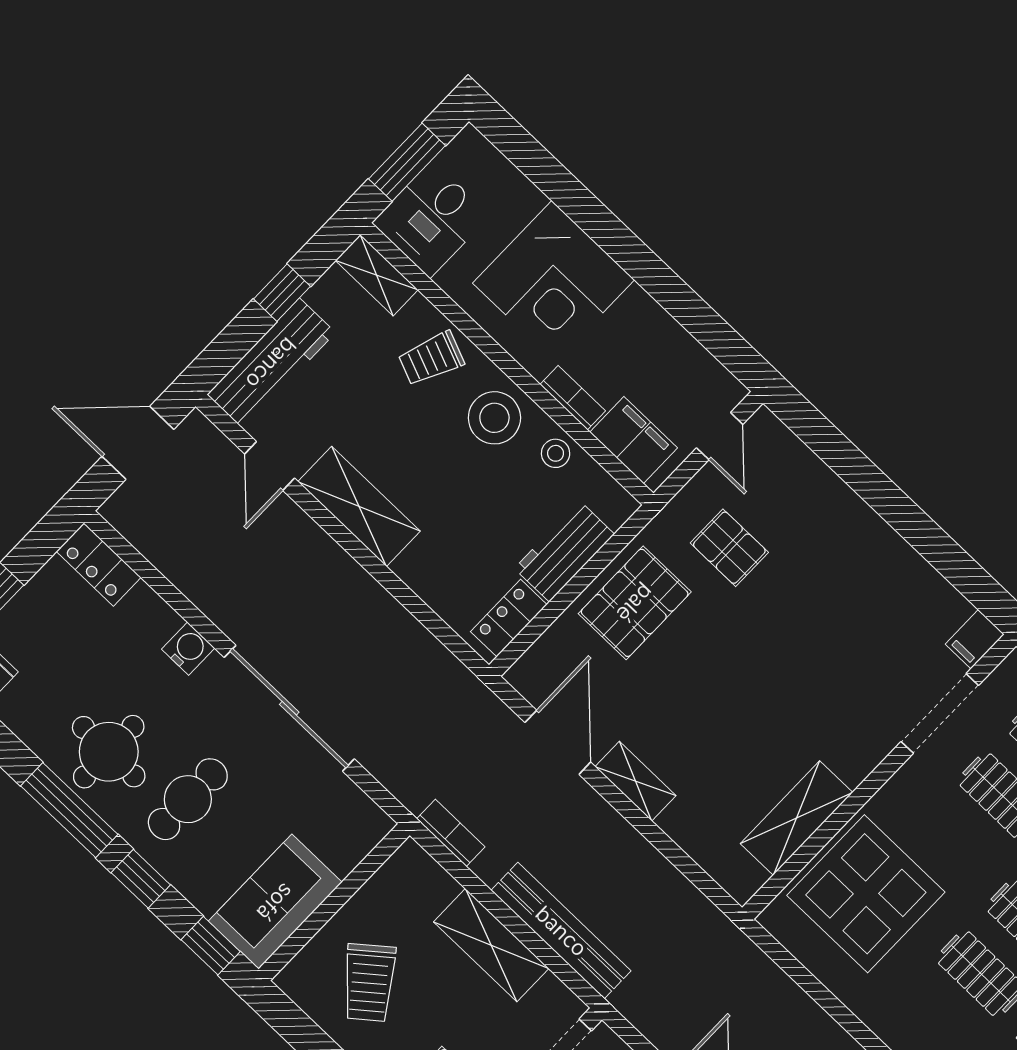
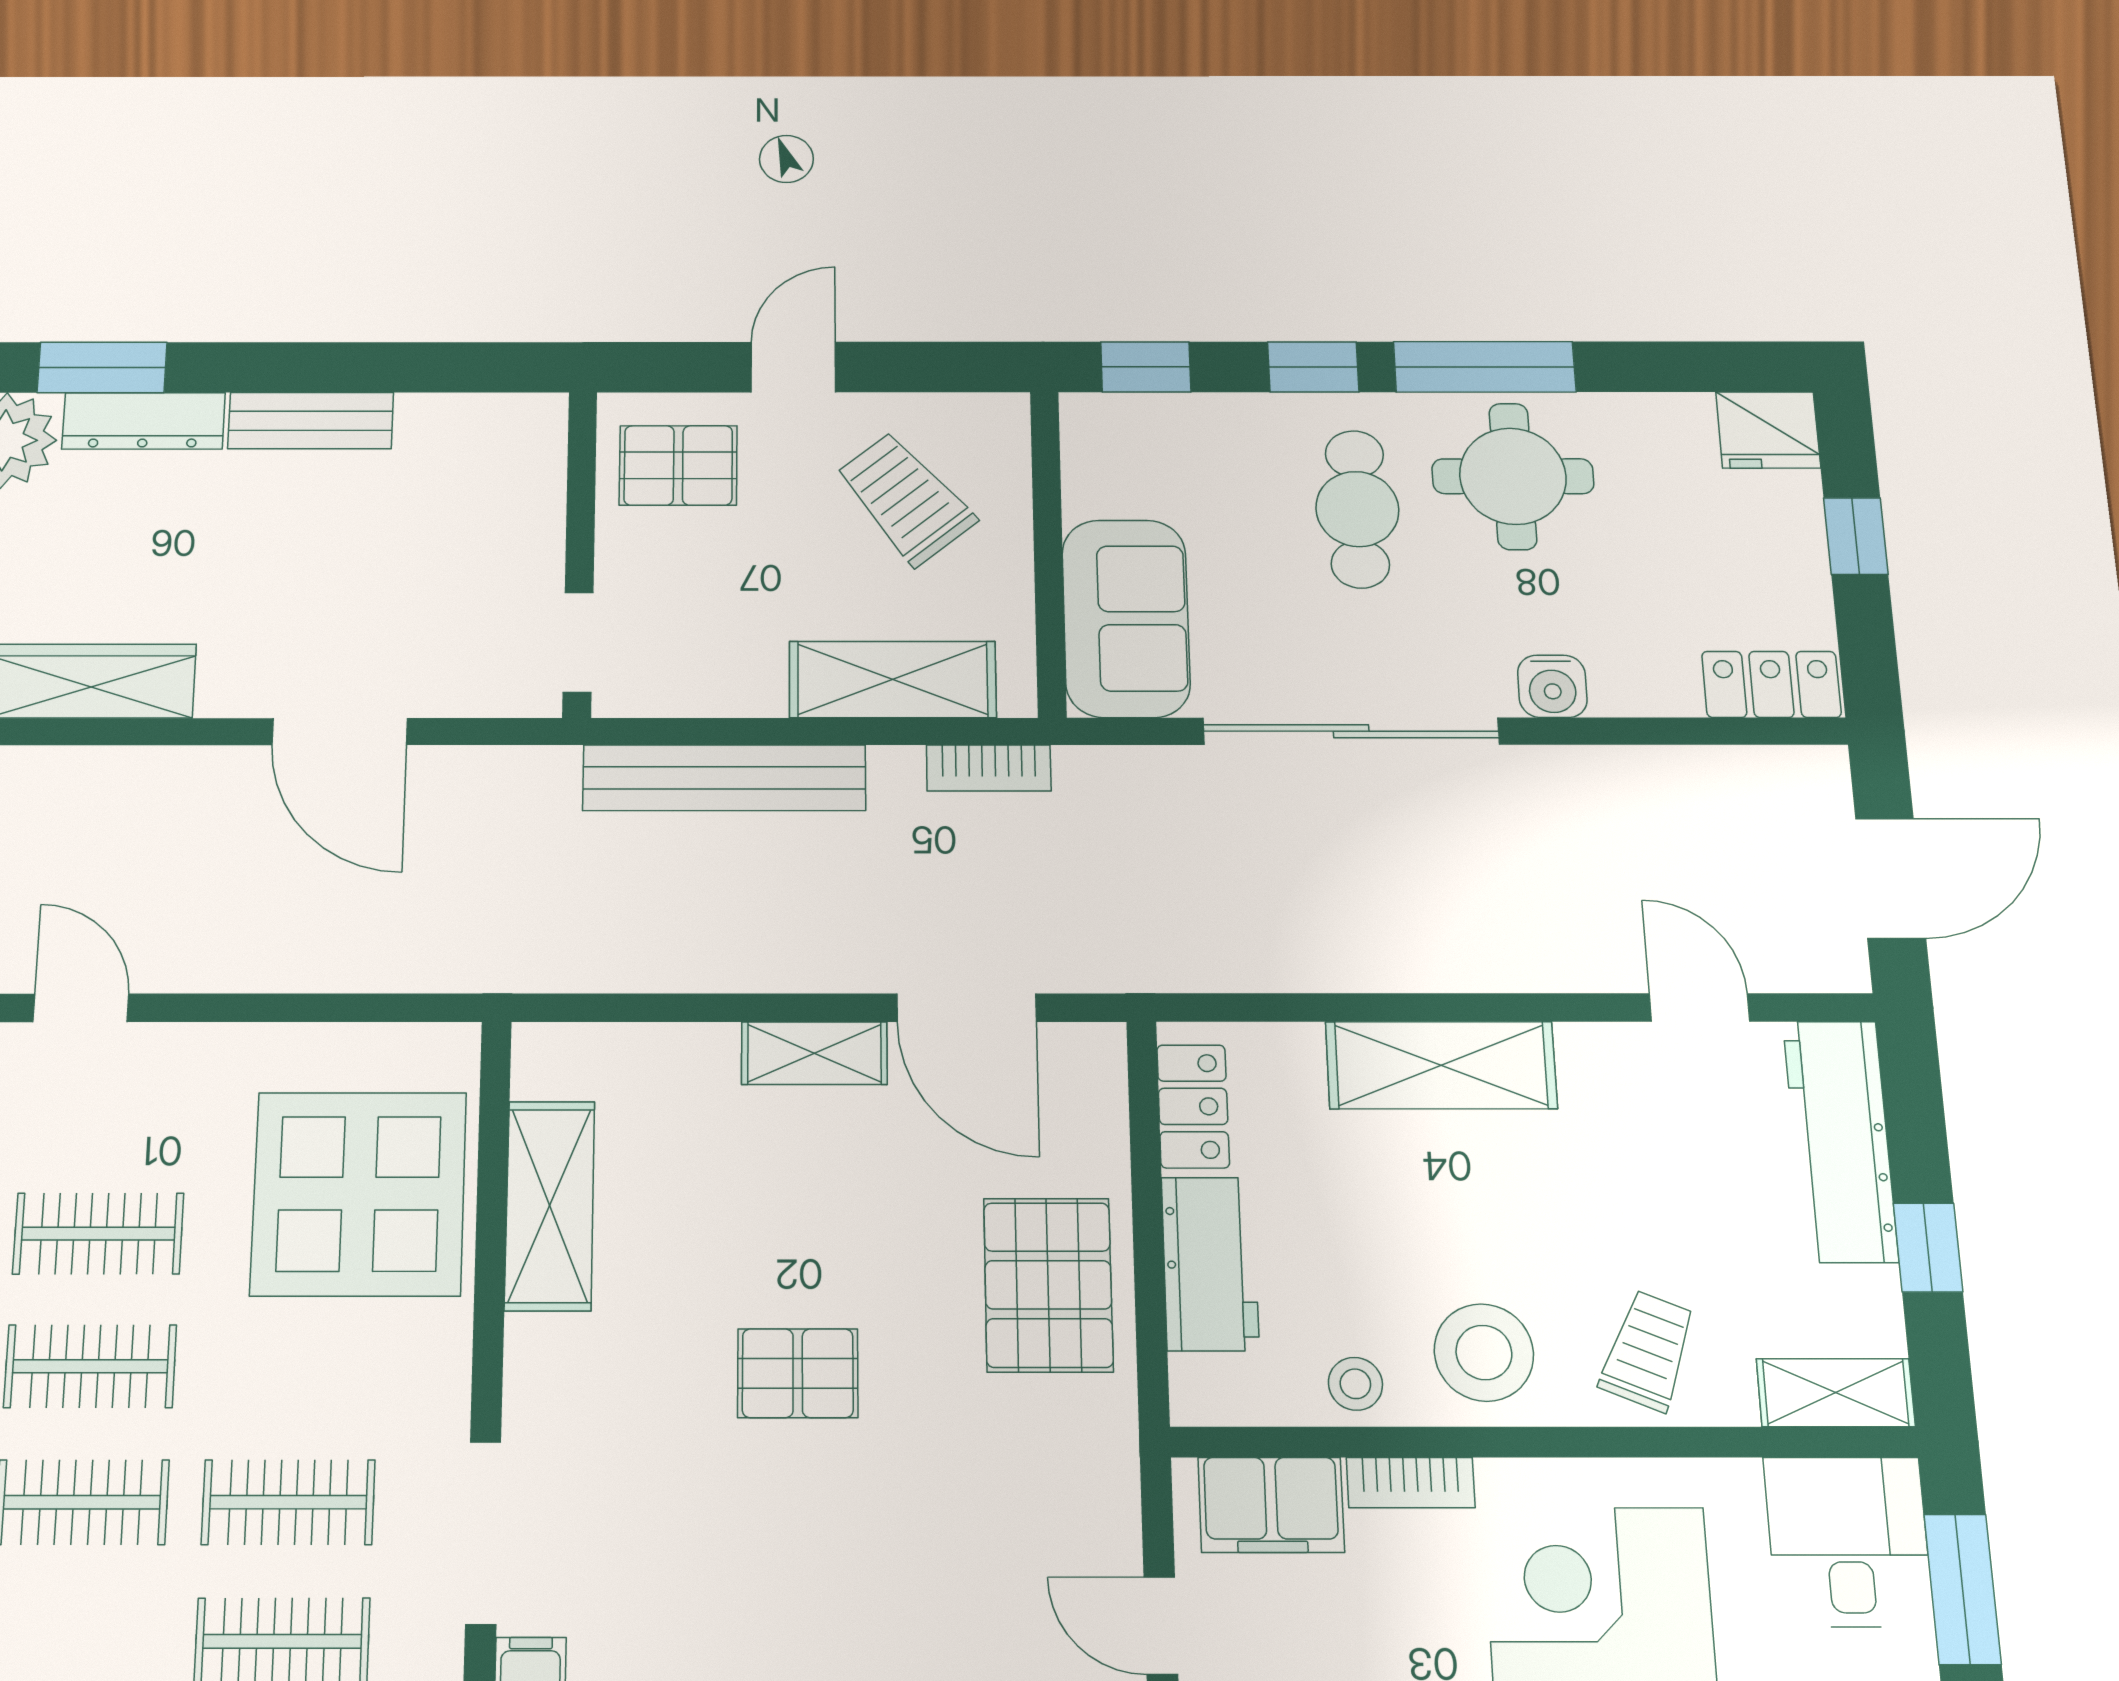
shelving: (359, 506) -> (1441, 1065), moved
pallet: (729, 548) -> (798, 1373), moved
sofa: (275, 902) -> (1126, 618), moved
shelving: (491, 945) -> (893, 680), moved

